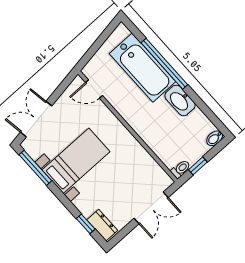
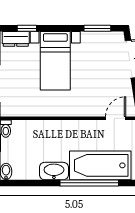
bed with nightstands: (76, 161) -> (55, 61), moved
window: (35, 168) -> (97, 28), width x0.69

